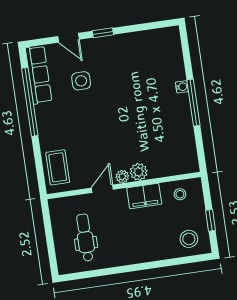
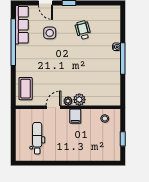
wheelchair: (129, 69) -> (83, 30), added
filing cabinet: (144, 196) -> (75, 116), width x0.50
stool: (189, 239) -> (106, 149), removed

